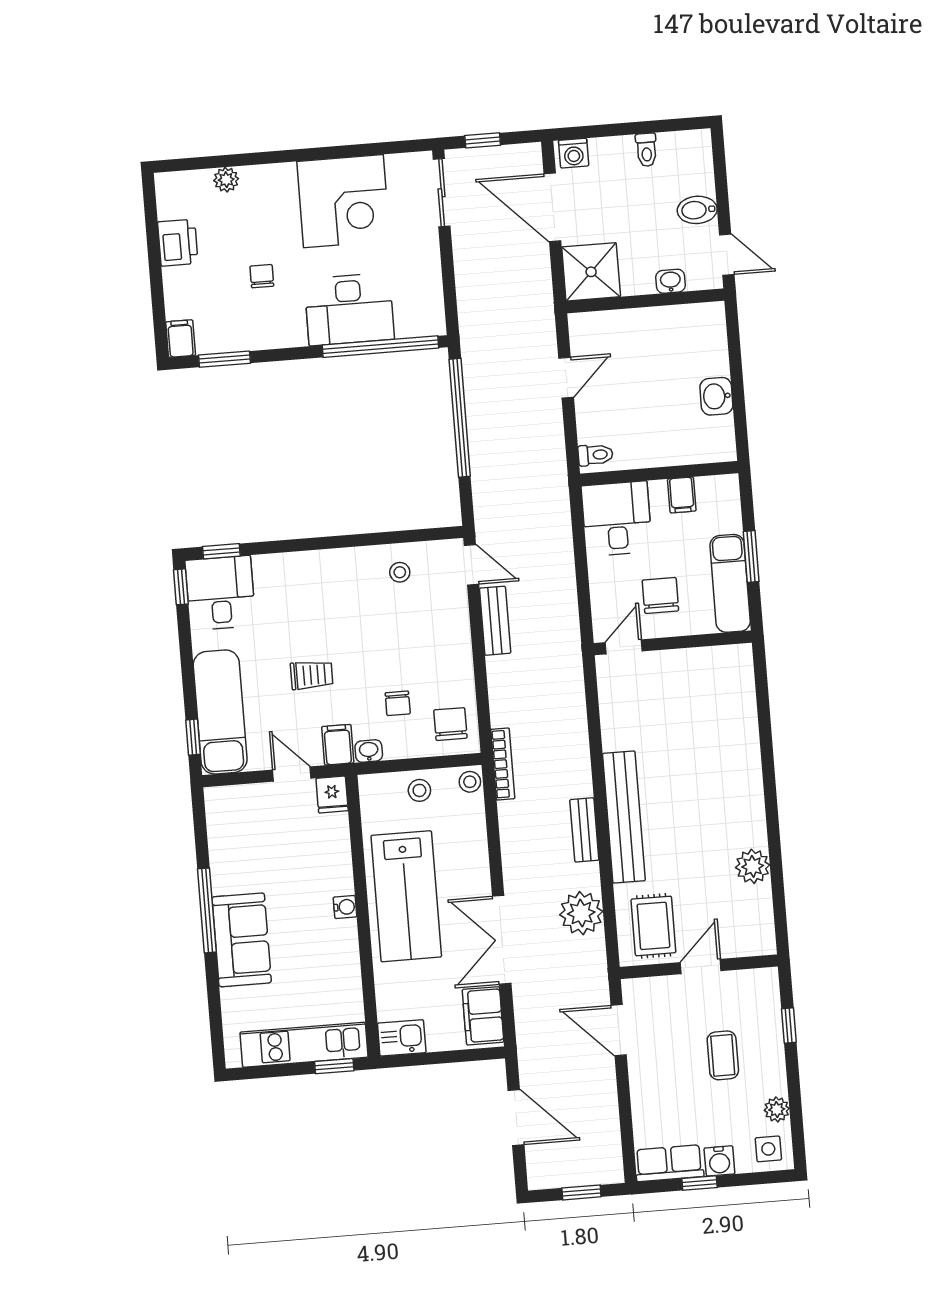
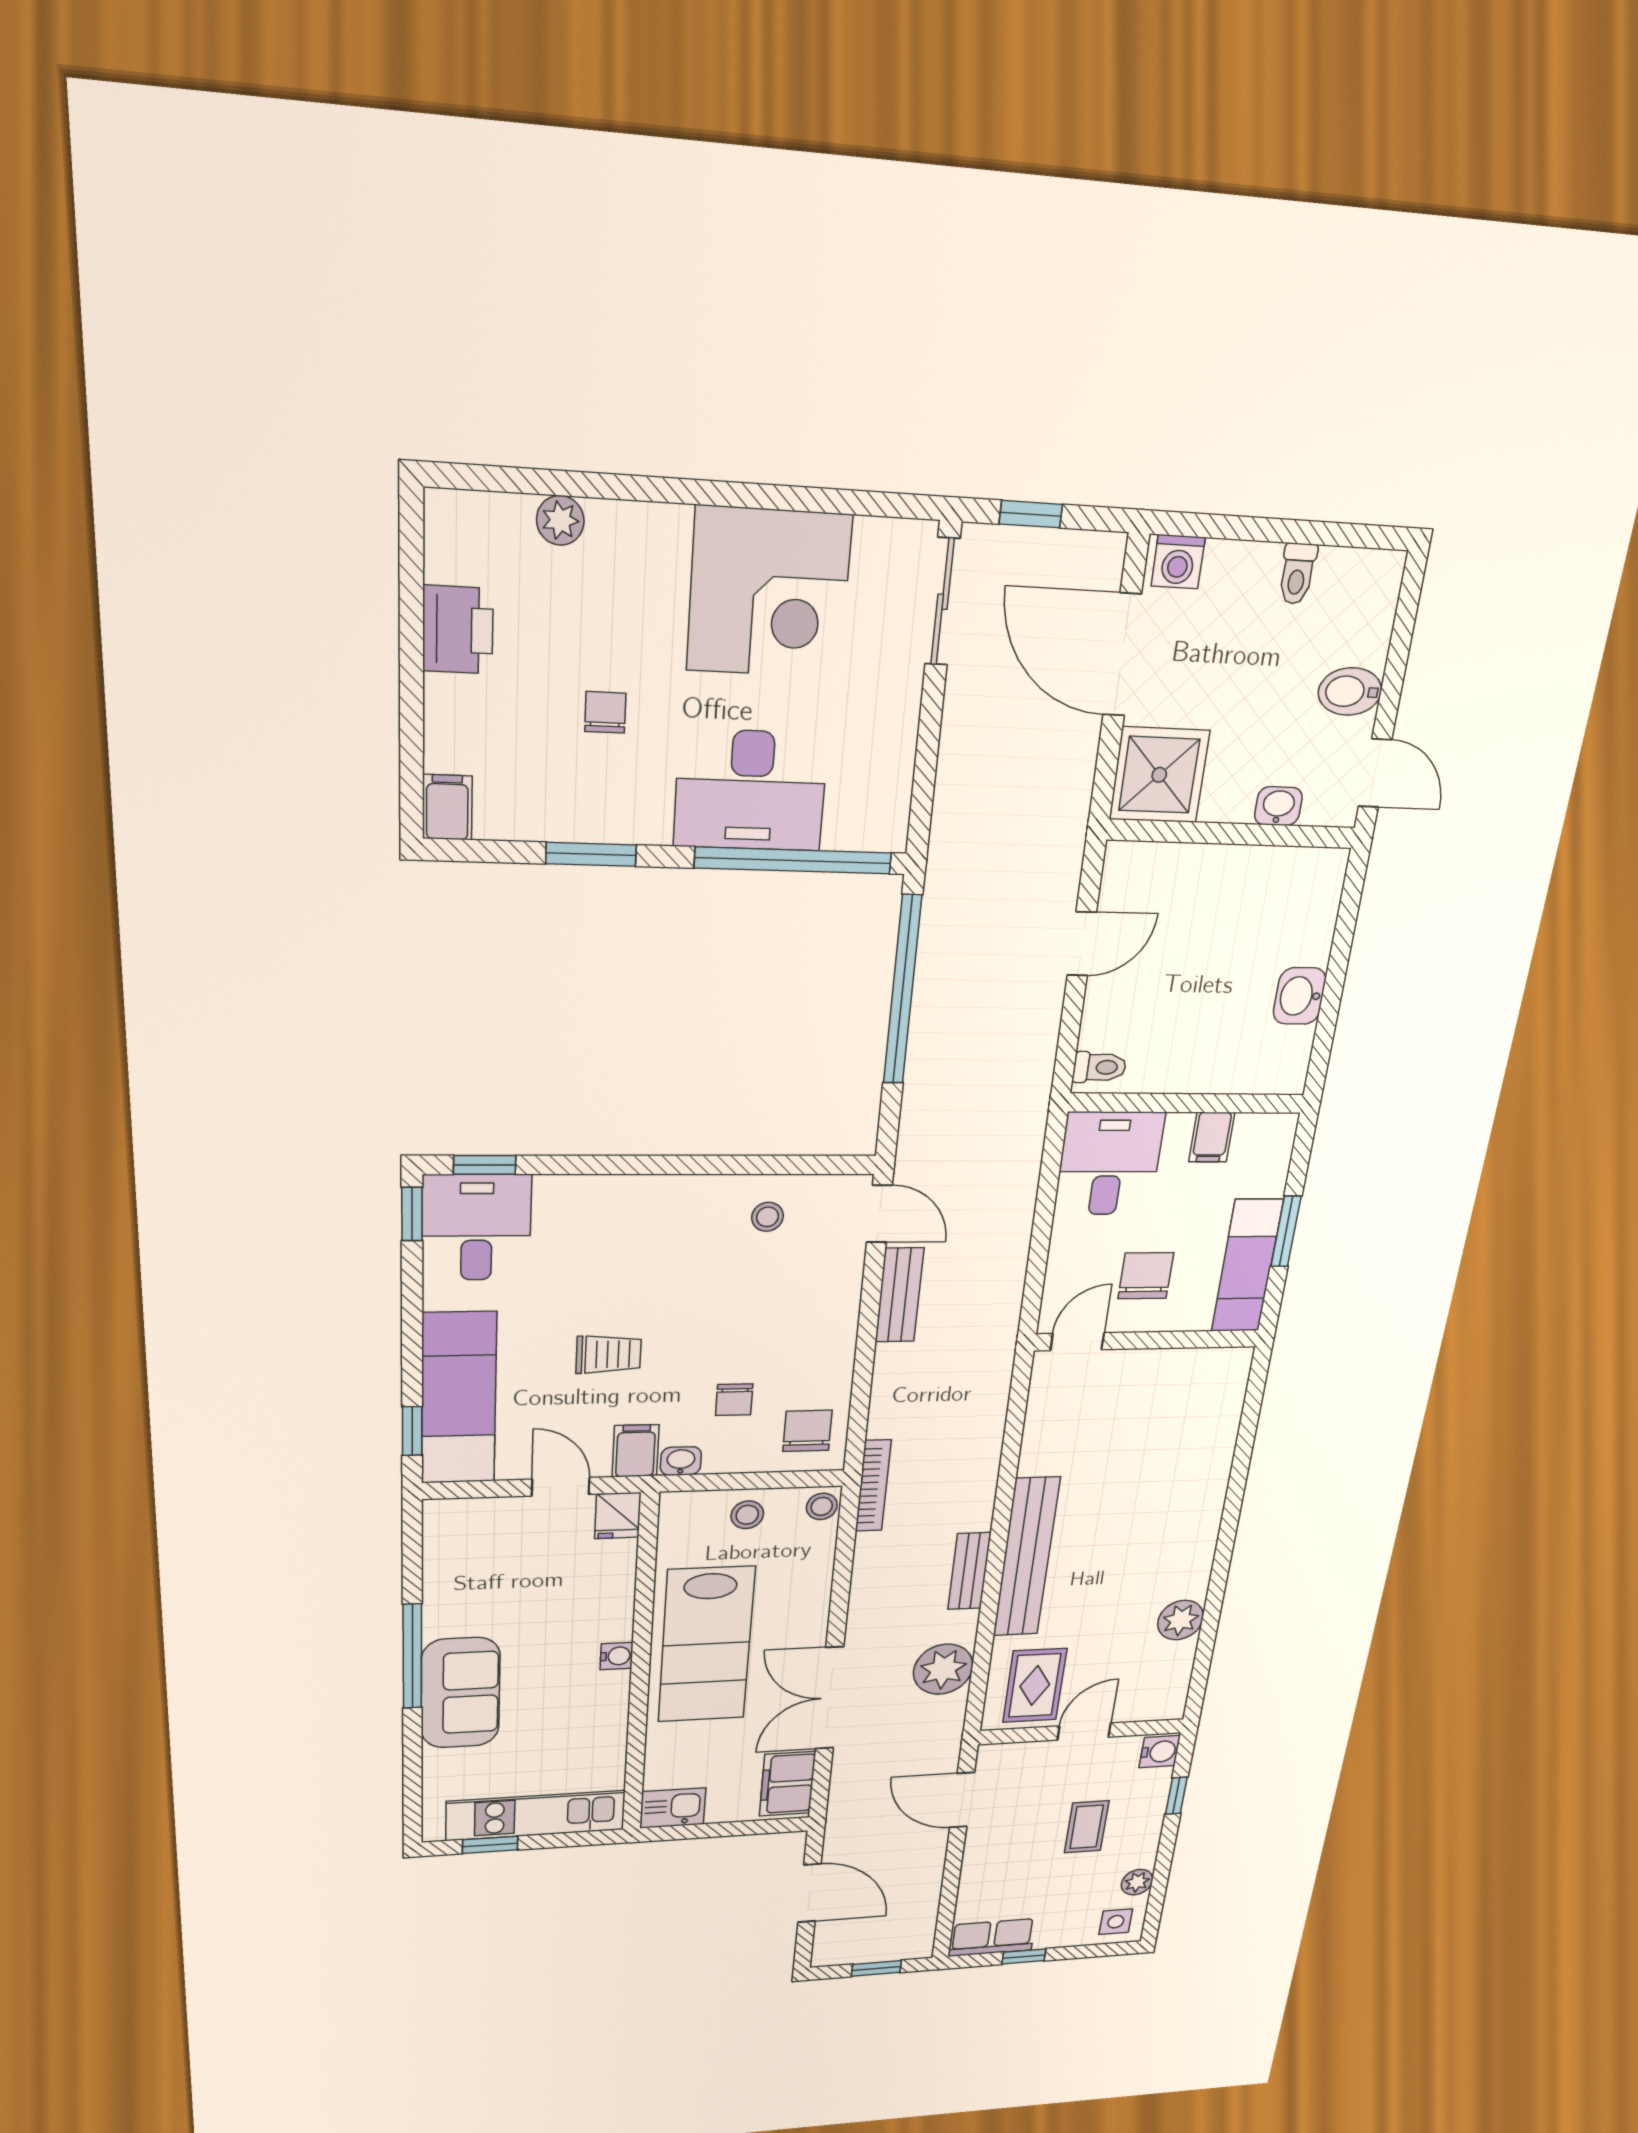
window: (224, 359) -> (591, 854), moved
window: (334, 1066) -> (490, 1845), moved
water cooler: (719, 1161) -> (1160, 1752), moved, turned -90

